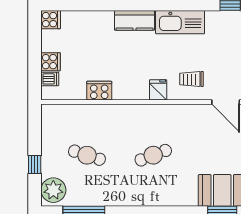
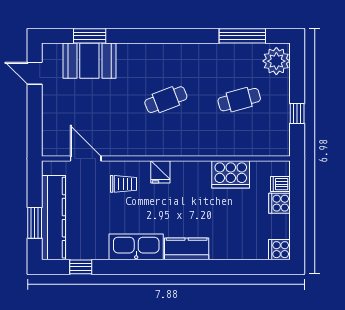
cooker: (99, 91) -> (231, 174), width x1.37, depth x1.31
cafe table: (87, 155) -> (239, 100), turned -33
window: (35, 165) -> (297, 113), moved

